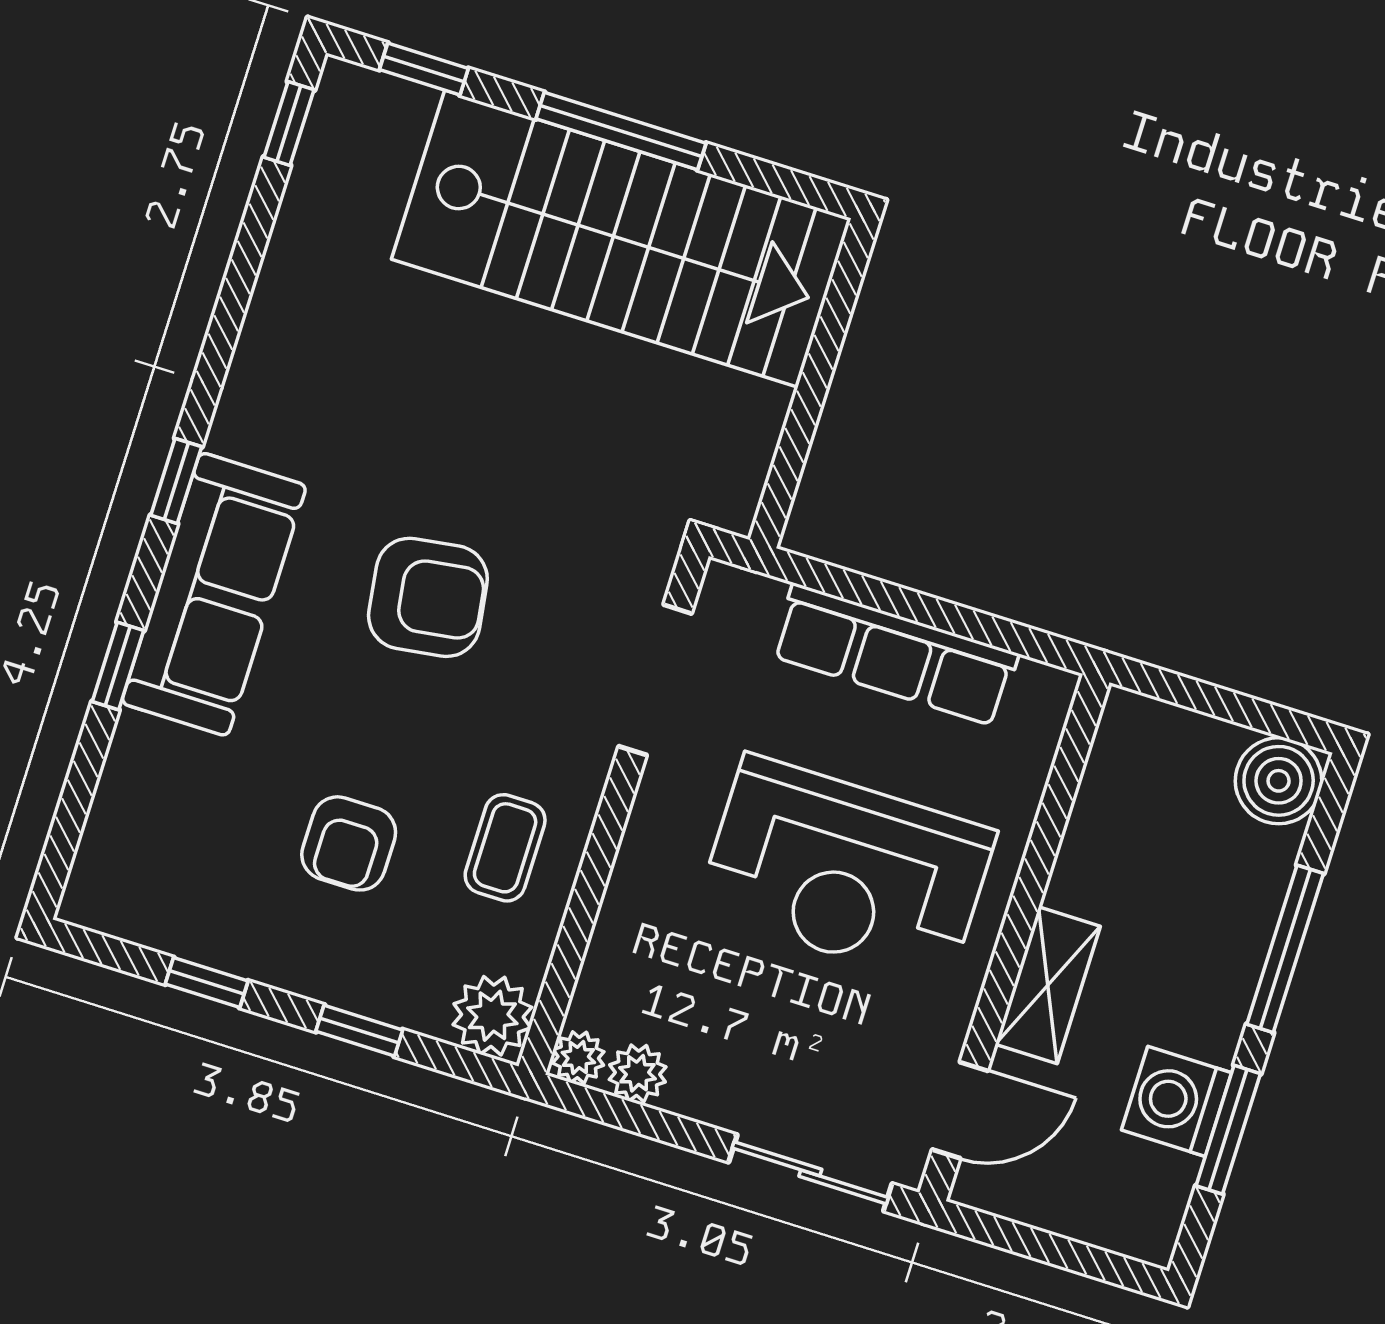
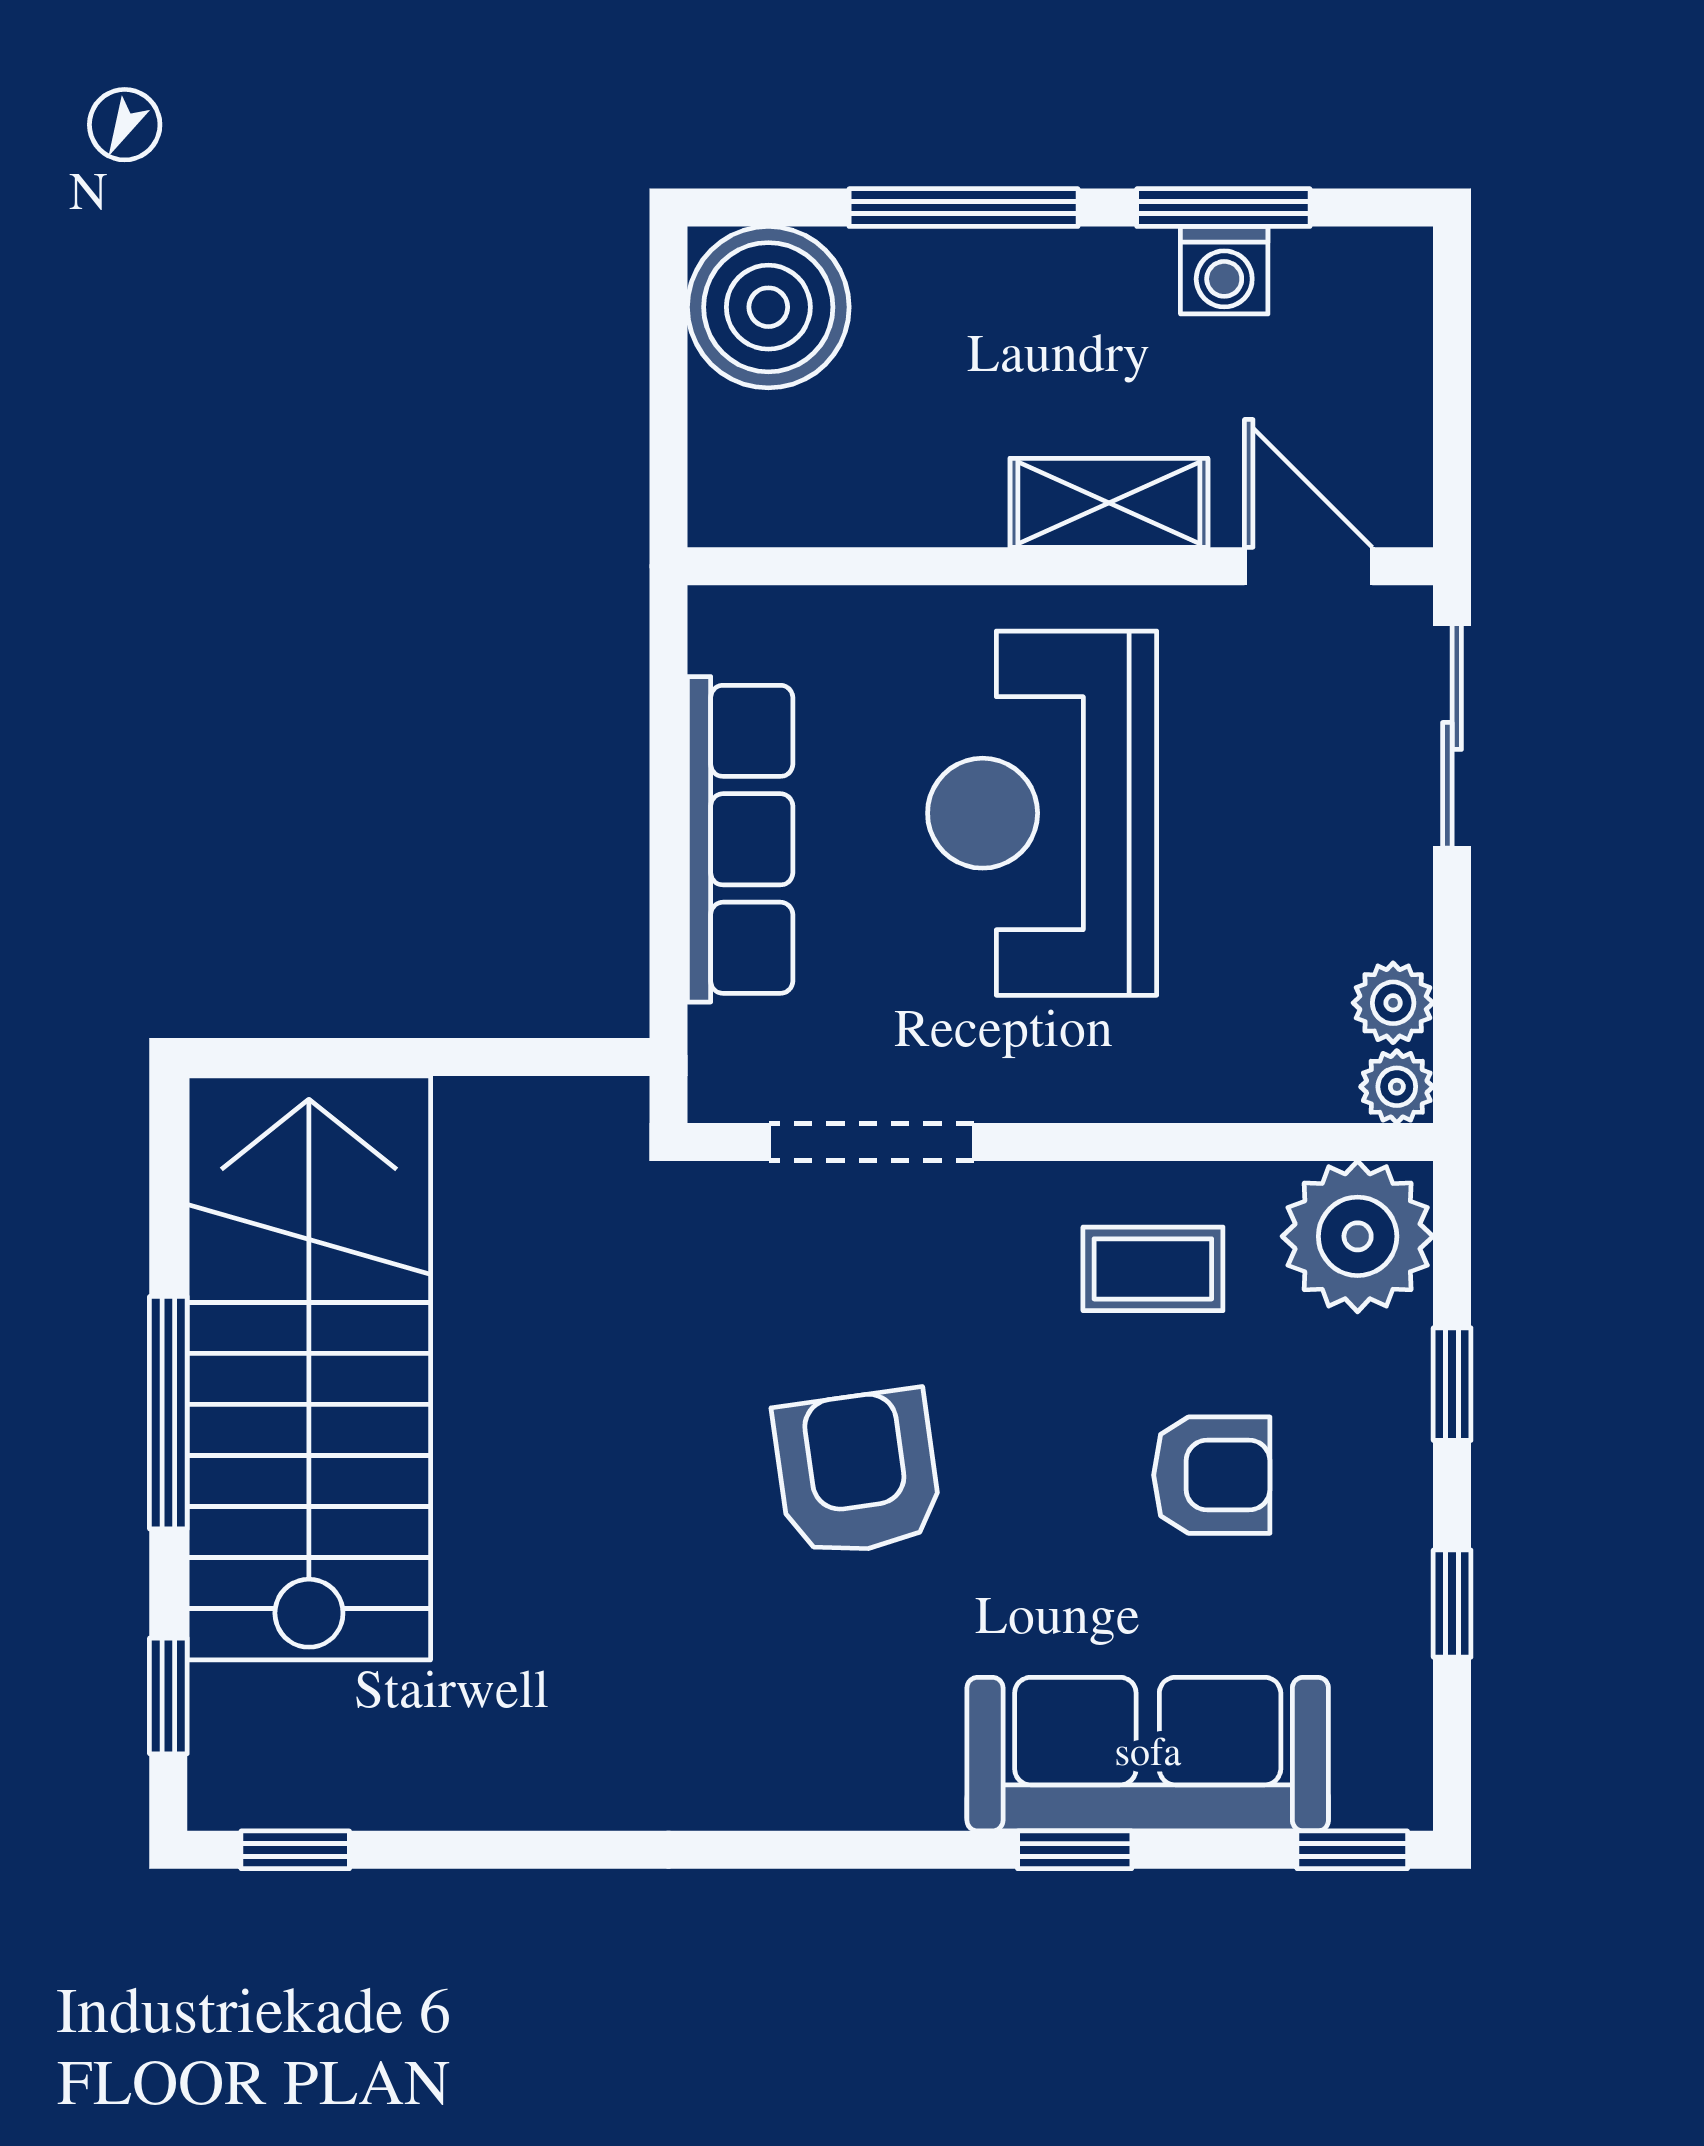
window: (176, 481) -> (1352, 1850), moved
sofa: (214, 594) -> (1148, 1754), moved
boiler: (1279, 781) -> (768, 307), width x1.37, depth x1.37
reception desk: (846, 871) -> (1042, 813), turned 180
plant: (492, 1016) -> (1358, 1236), width x1.36, depth x1.36
washing machine: (1177, 1101) -> (1224, 270), width x0.73, depth x0.73

